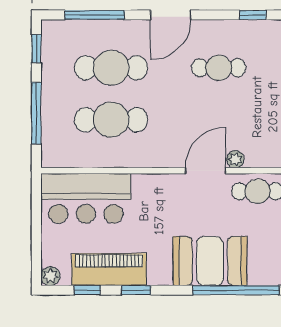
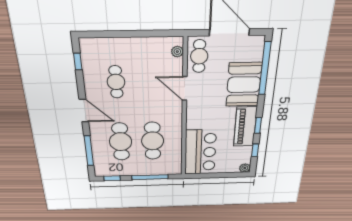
plant: (235, 159) -> (177, 52), moved
piano: (109, 270) -> (245, 127), moved

